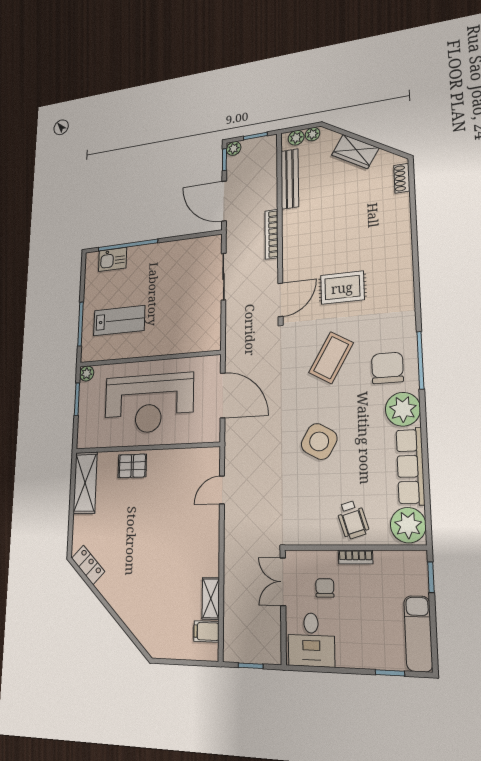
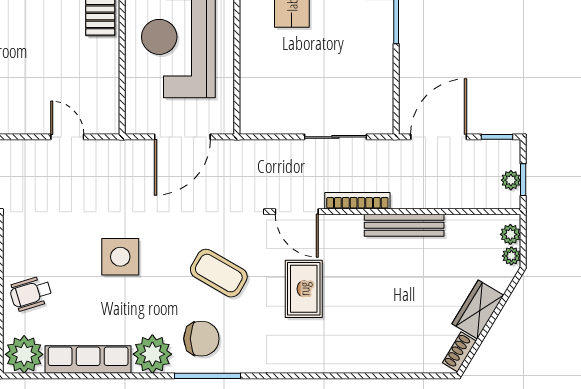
plant: (234, 148) -> (511, 180), moved
shoe rack: (402, 178) -> (459, 352), moved, turned -59
bench: (290, 179) -> (404, 225), moved
bookcase: (272, 234) -> (357, 201), moved
side table: (319, 441) -> (120, 257), turned -30

